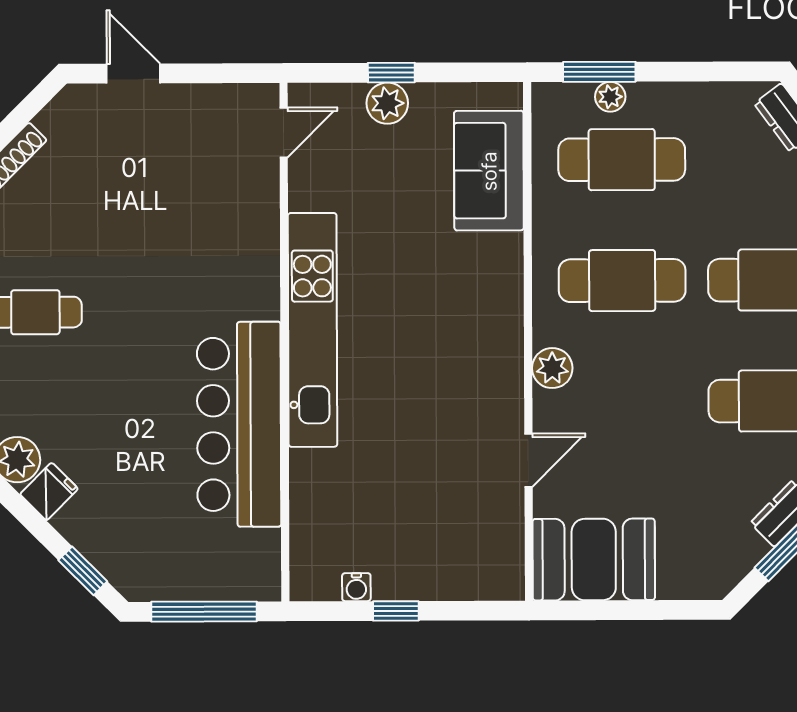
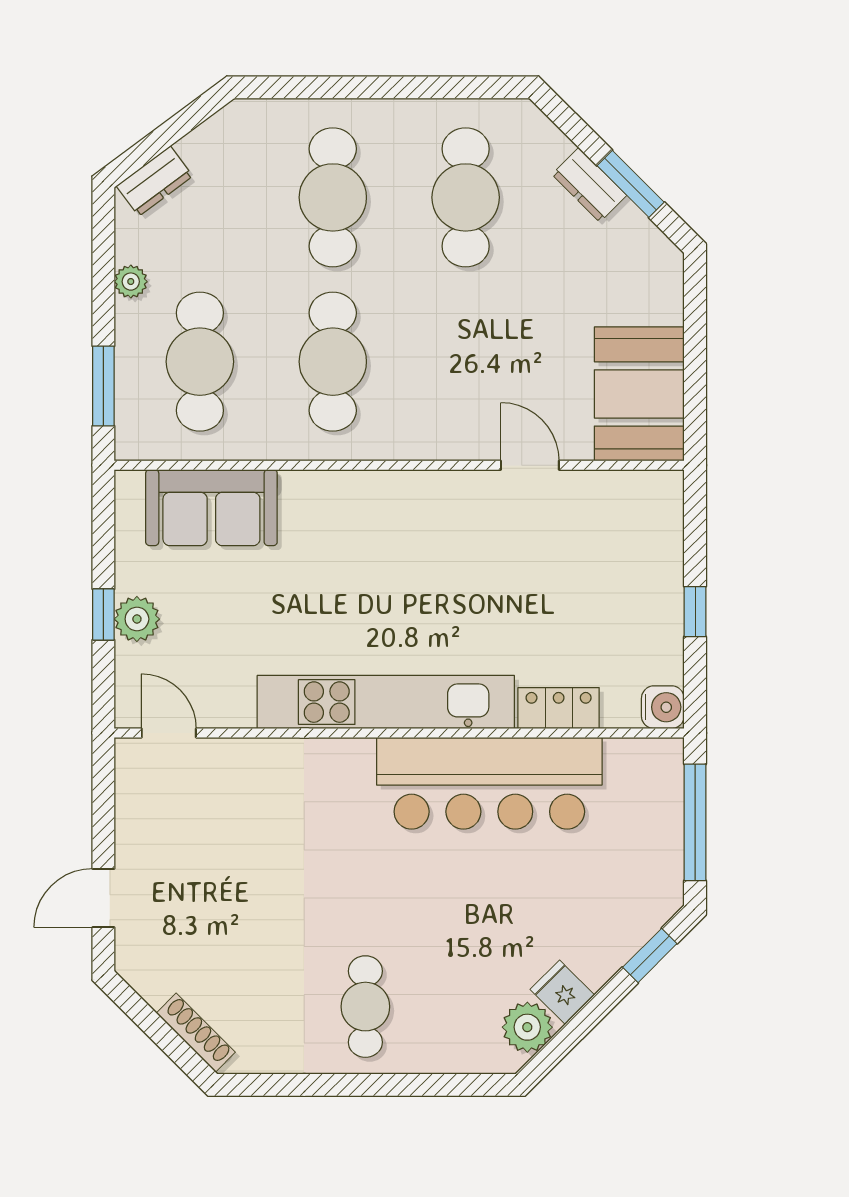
plant: (610, 97) -> (131, 282), moved
plant: (552, 368) -> (429, 439), removed
locker: (308, 487) -> (559, 708), added
water cooler: (356, 587) -> (663, 707), moved, width x1.38, depth x1.38

